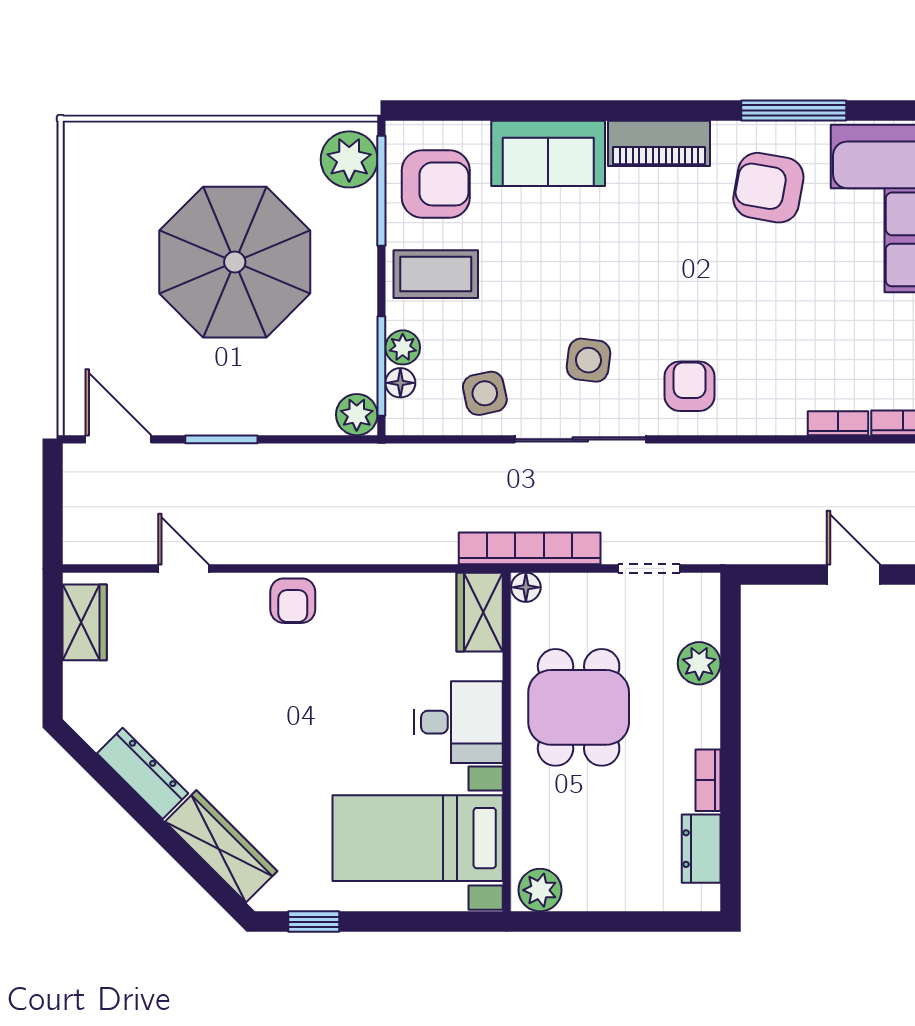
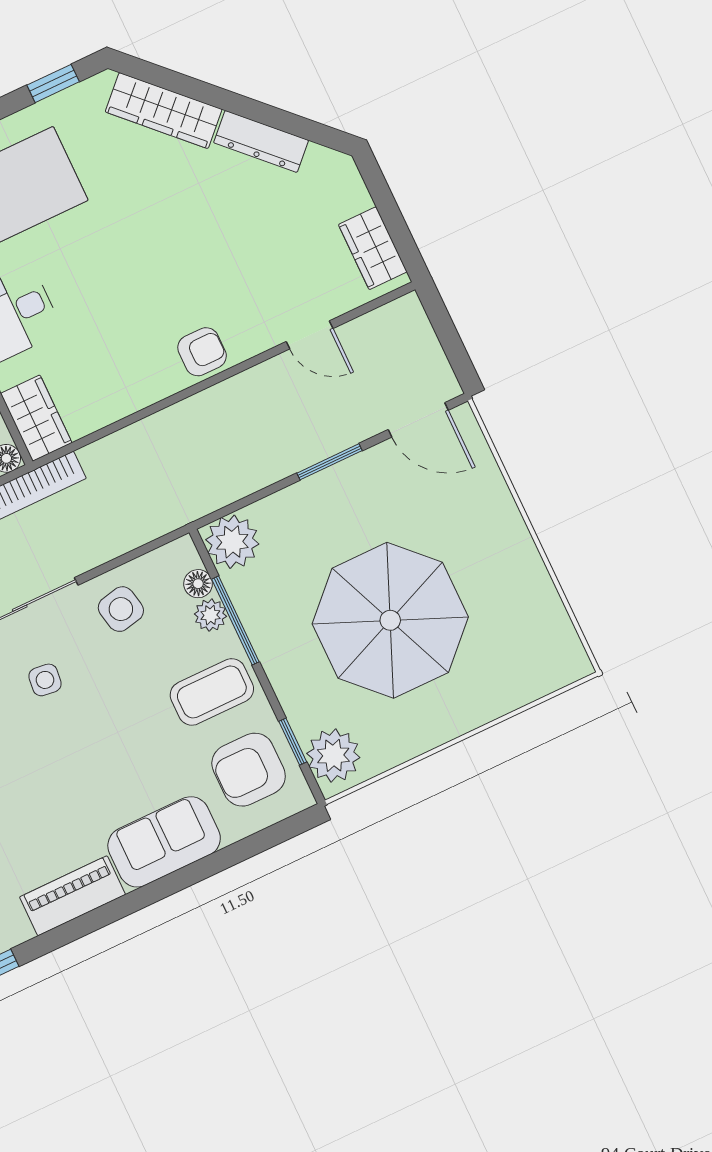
window: (381, 191) -> (293, 742), width x0.46
side table: (588, 360) -> (45, 680), width x0.73, depth x0.73
window: (381, 366) -> (235, 620), moved
plant: (357, 415) -> (232, 542), width x1.36, depth x1.36
armchair: (293, 601) -> (202, 352), turned 90

